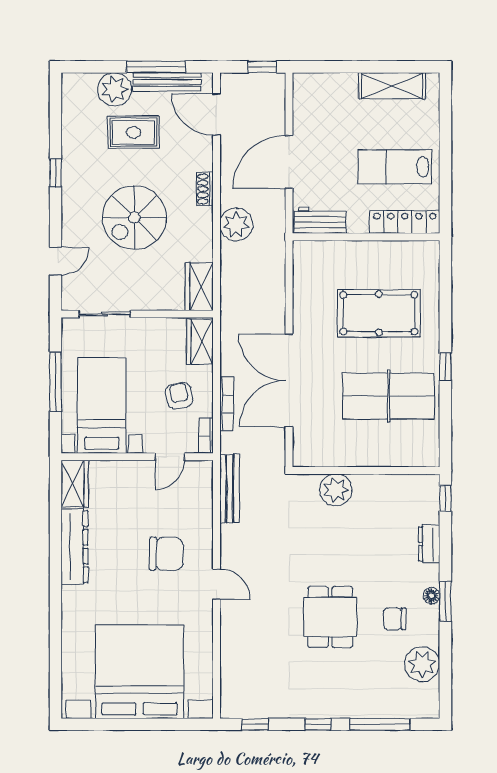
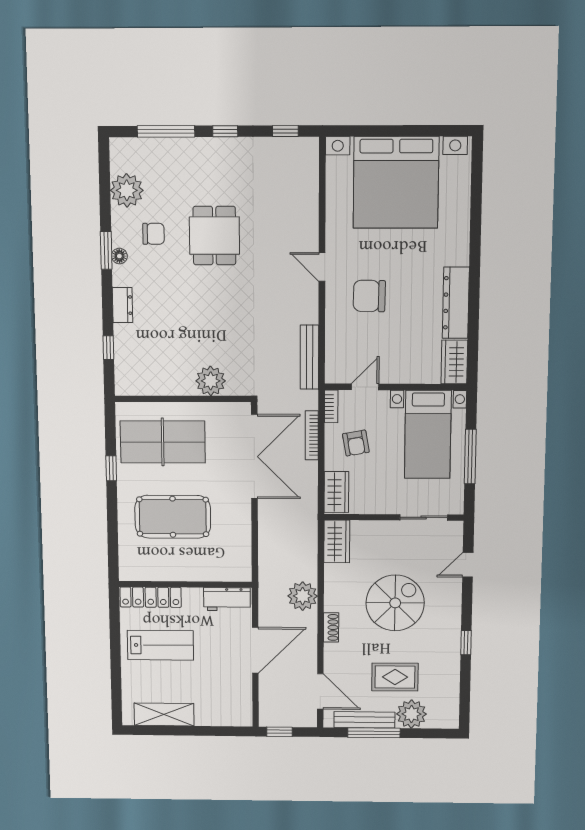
wall: (366, 470) -> (183, 399), moved
plant: (336, 490) -> (211, 381), moved

